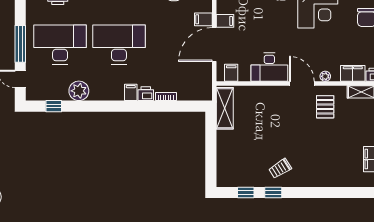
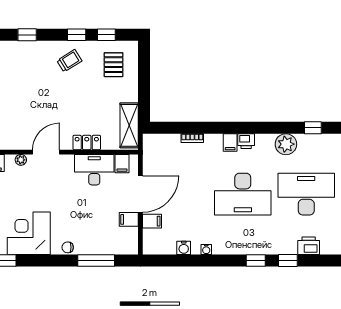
desk: (60, 44) -> (306, 194), turned 180
desk: (269, 67) -> (94, 170), moved
door: (302, 84) -> (46, 152), swing flipped
locker: (264, 92) -> (87, 143), added
printer: (146, 94) -> (246, 141), moved
pallet: (325, 107) -> (114, 65), moved
window: (319, 192) -> (27, 35), added

